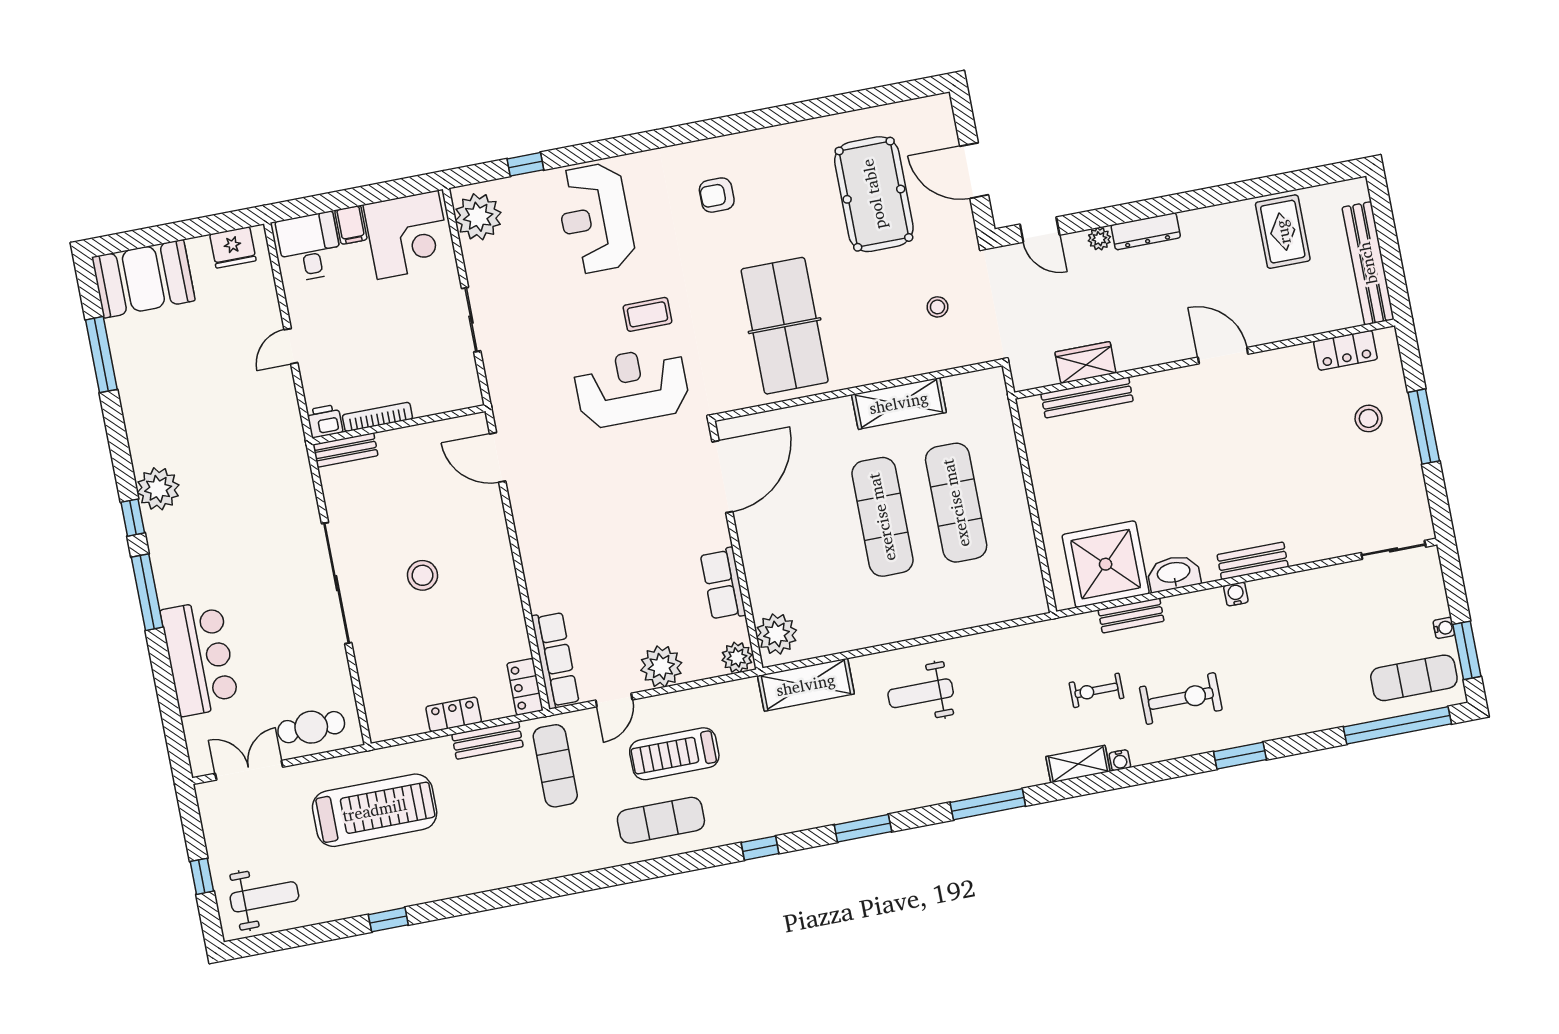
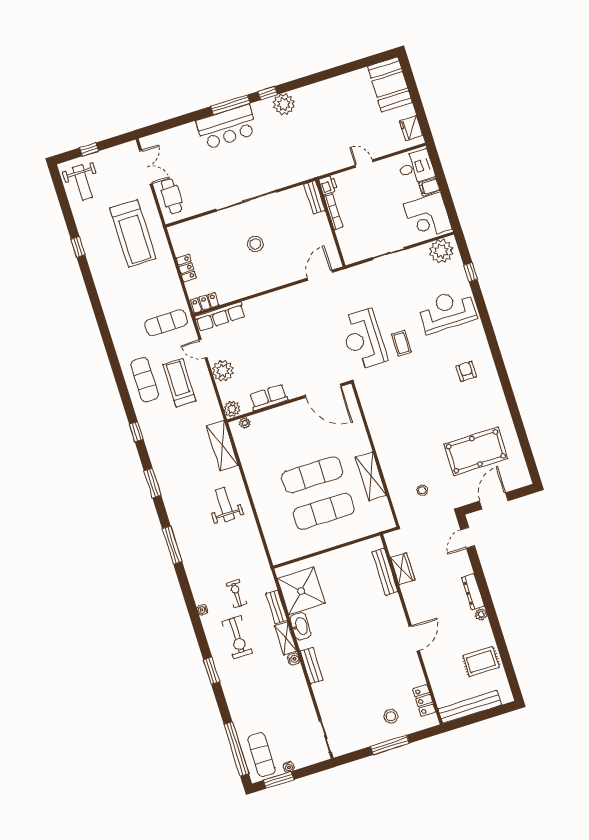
plant: (1099, 239) -> (481, 614), moved
table tennis table: (785, 326) -> (404, 414), removed
window: (101, 355) -> (349, 67), removed
reception desk: (632, 387) -> (363, 339), turned 180
plant: (777, 634) -> (245, 423), width x0.53, depth x0.53
bar counter: (200, 658) -> (227, 127), moved
bench: (487, 740) -> (175, 287), removed
shelving: (1078, 764) -> (286, 638), moved

